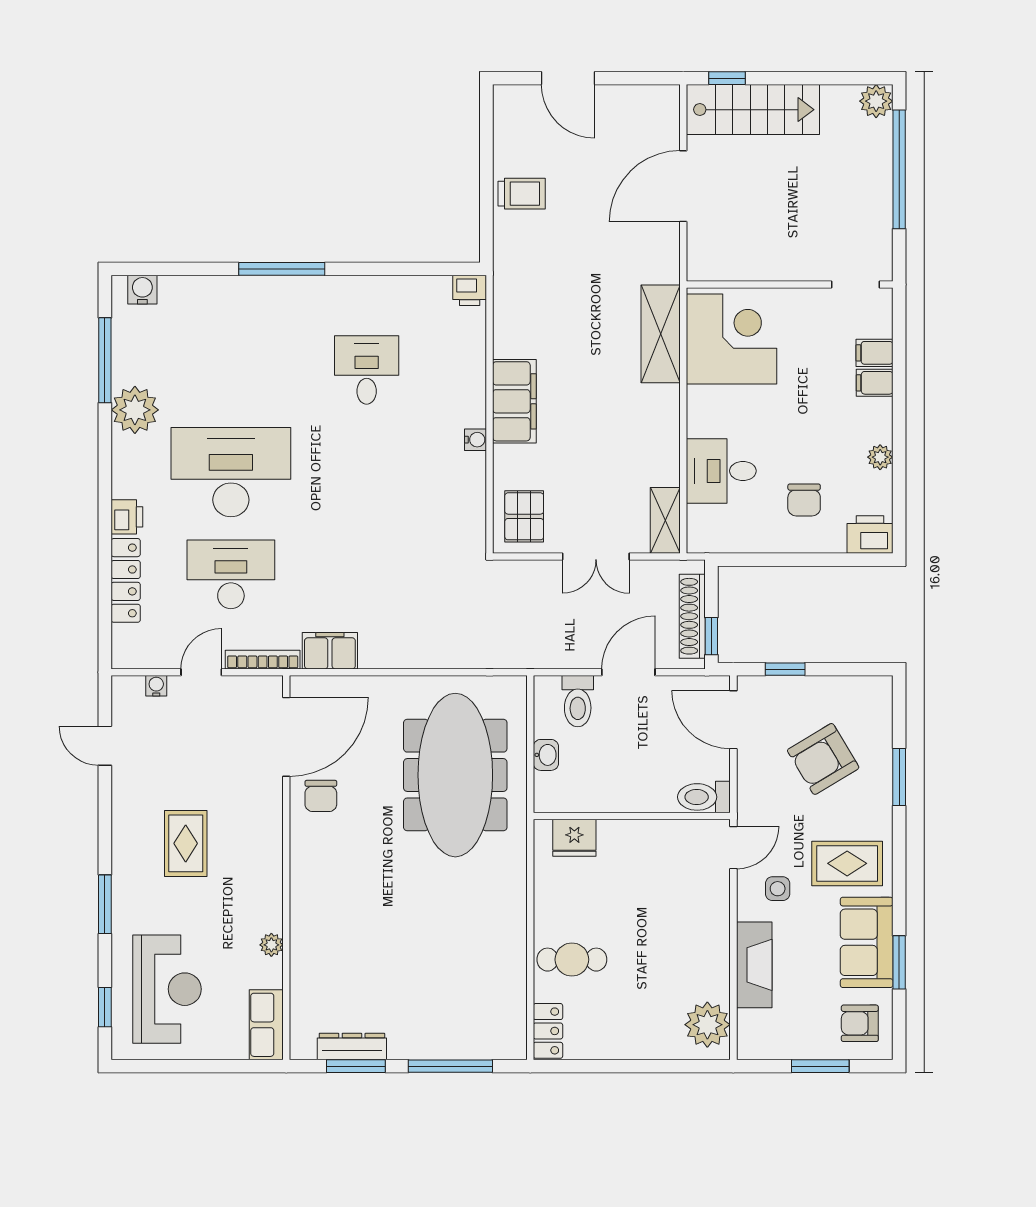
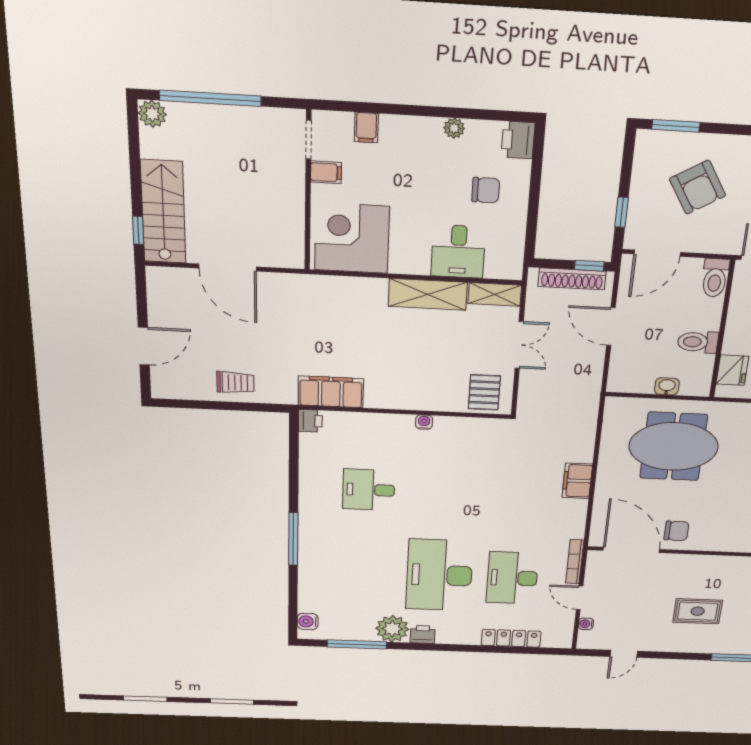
trolley: (522, 194) -> (236, 383), turned 90
shelving: (661, 334) -> (428, 294), moved
filing cabinet: (875, 383) -> (326, 172), moved, turned -90
filing cabinet: (514, 401) -> (331, 392), moved
pallet: (524, 516) -> (484, 392), turned 90
printer: (127, 517) -> (423, 634), moved
filing cabinet: (330, 651) -> (577, 481), moved
toilet: (578, 701) -> (698, 342), moved, turned 180
meeting table: (455, 775) -> (673, 446), width x0.73
window: (899, 777) -> (676, 126), moved

